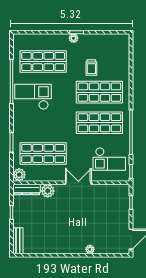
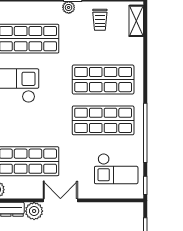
shelving: (124, 48) -> (136, 21), added
trolley: (91, 68) -> (100, 20), moved
double door: (78, 183) -> (60, 200), moved

